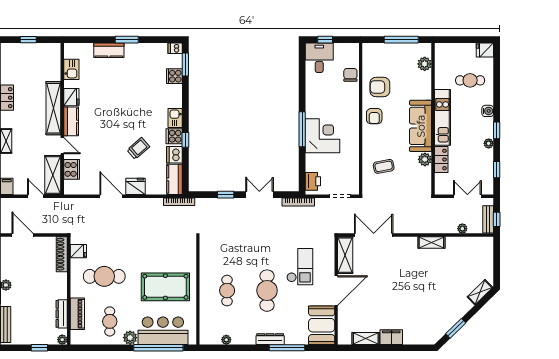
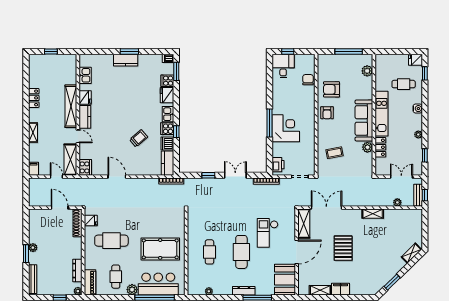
kitchen counter: (109, 50) -> (126, 60), moved
window: (497, 130) -> (425, 73), moved
cooker: (72, 169) -> (85, 167), moved
fridge: (136, 186) -> (167, 95), moved, turned -90
door: (23, 235) -> (60, 208), moved
checkout: (300, 267) -> (268, 233), turned 180
pallet: (394, 286) -> (343, 248), added
piano: (77, 314) -> (90, 282), moved

